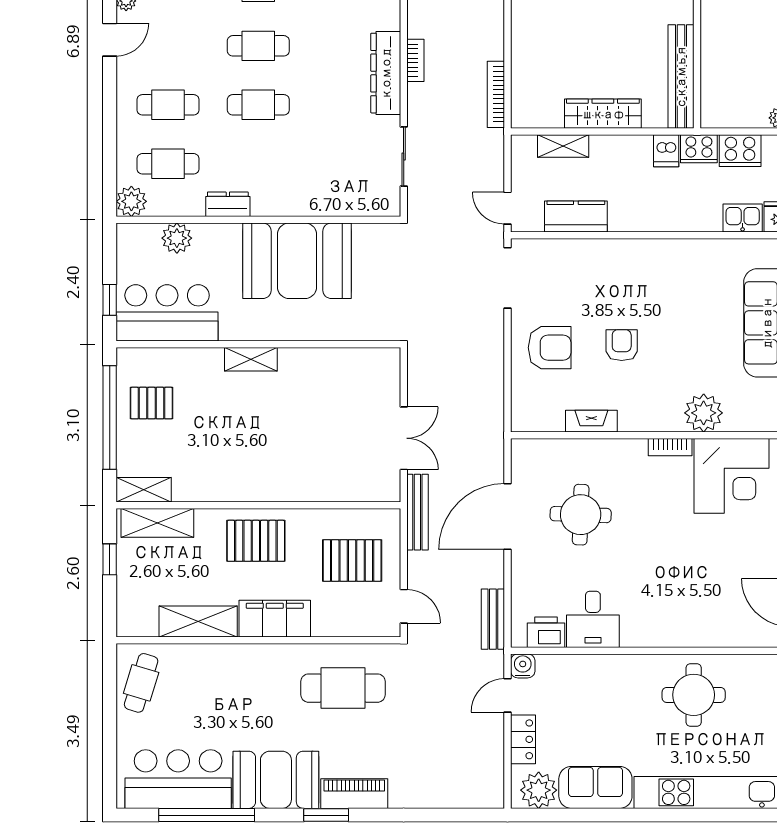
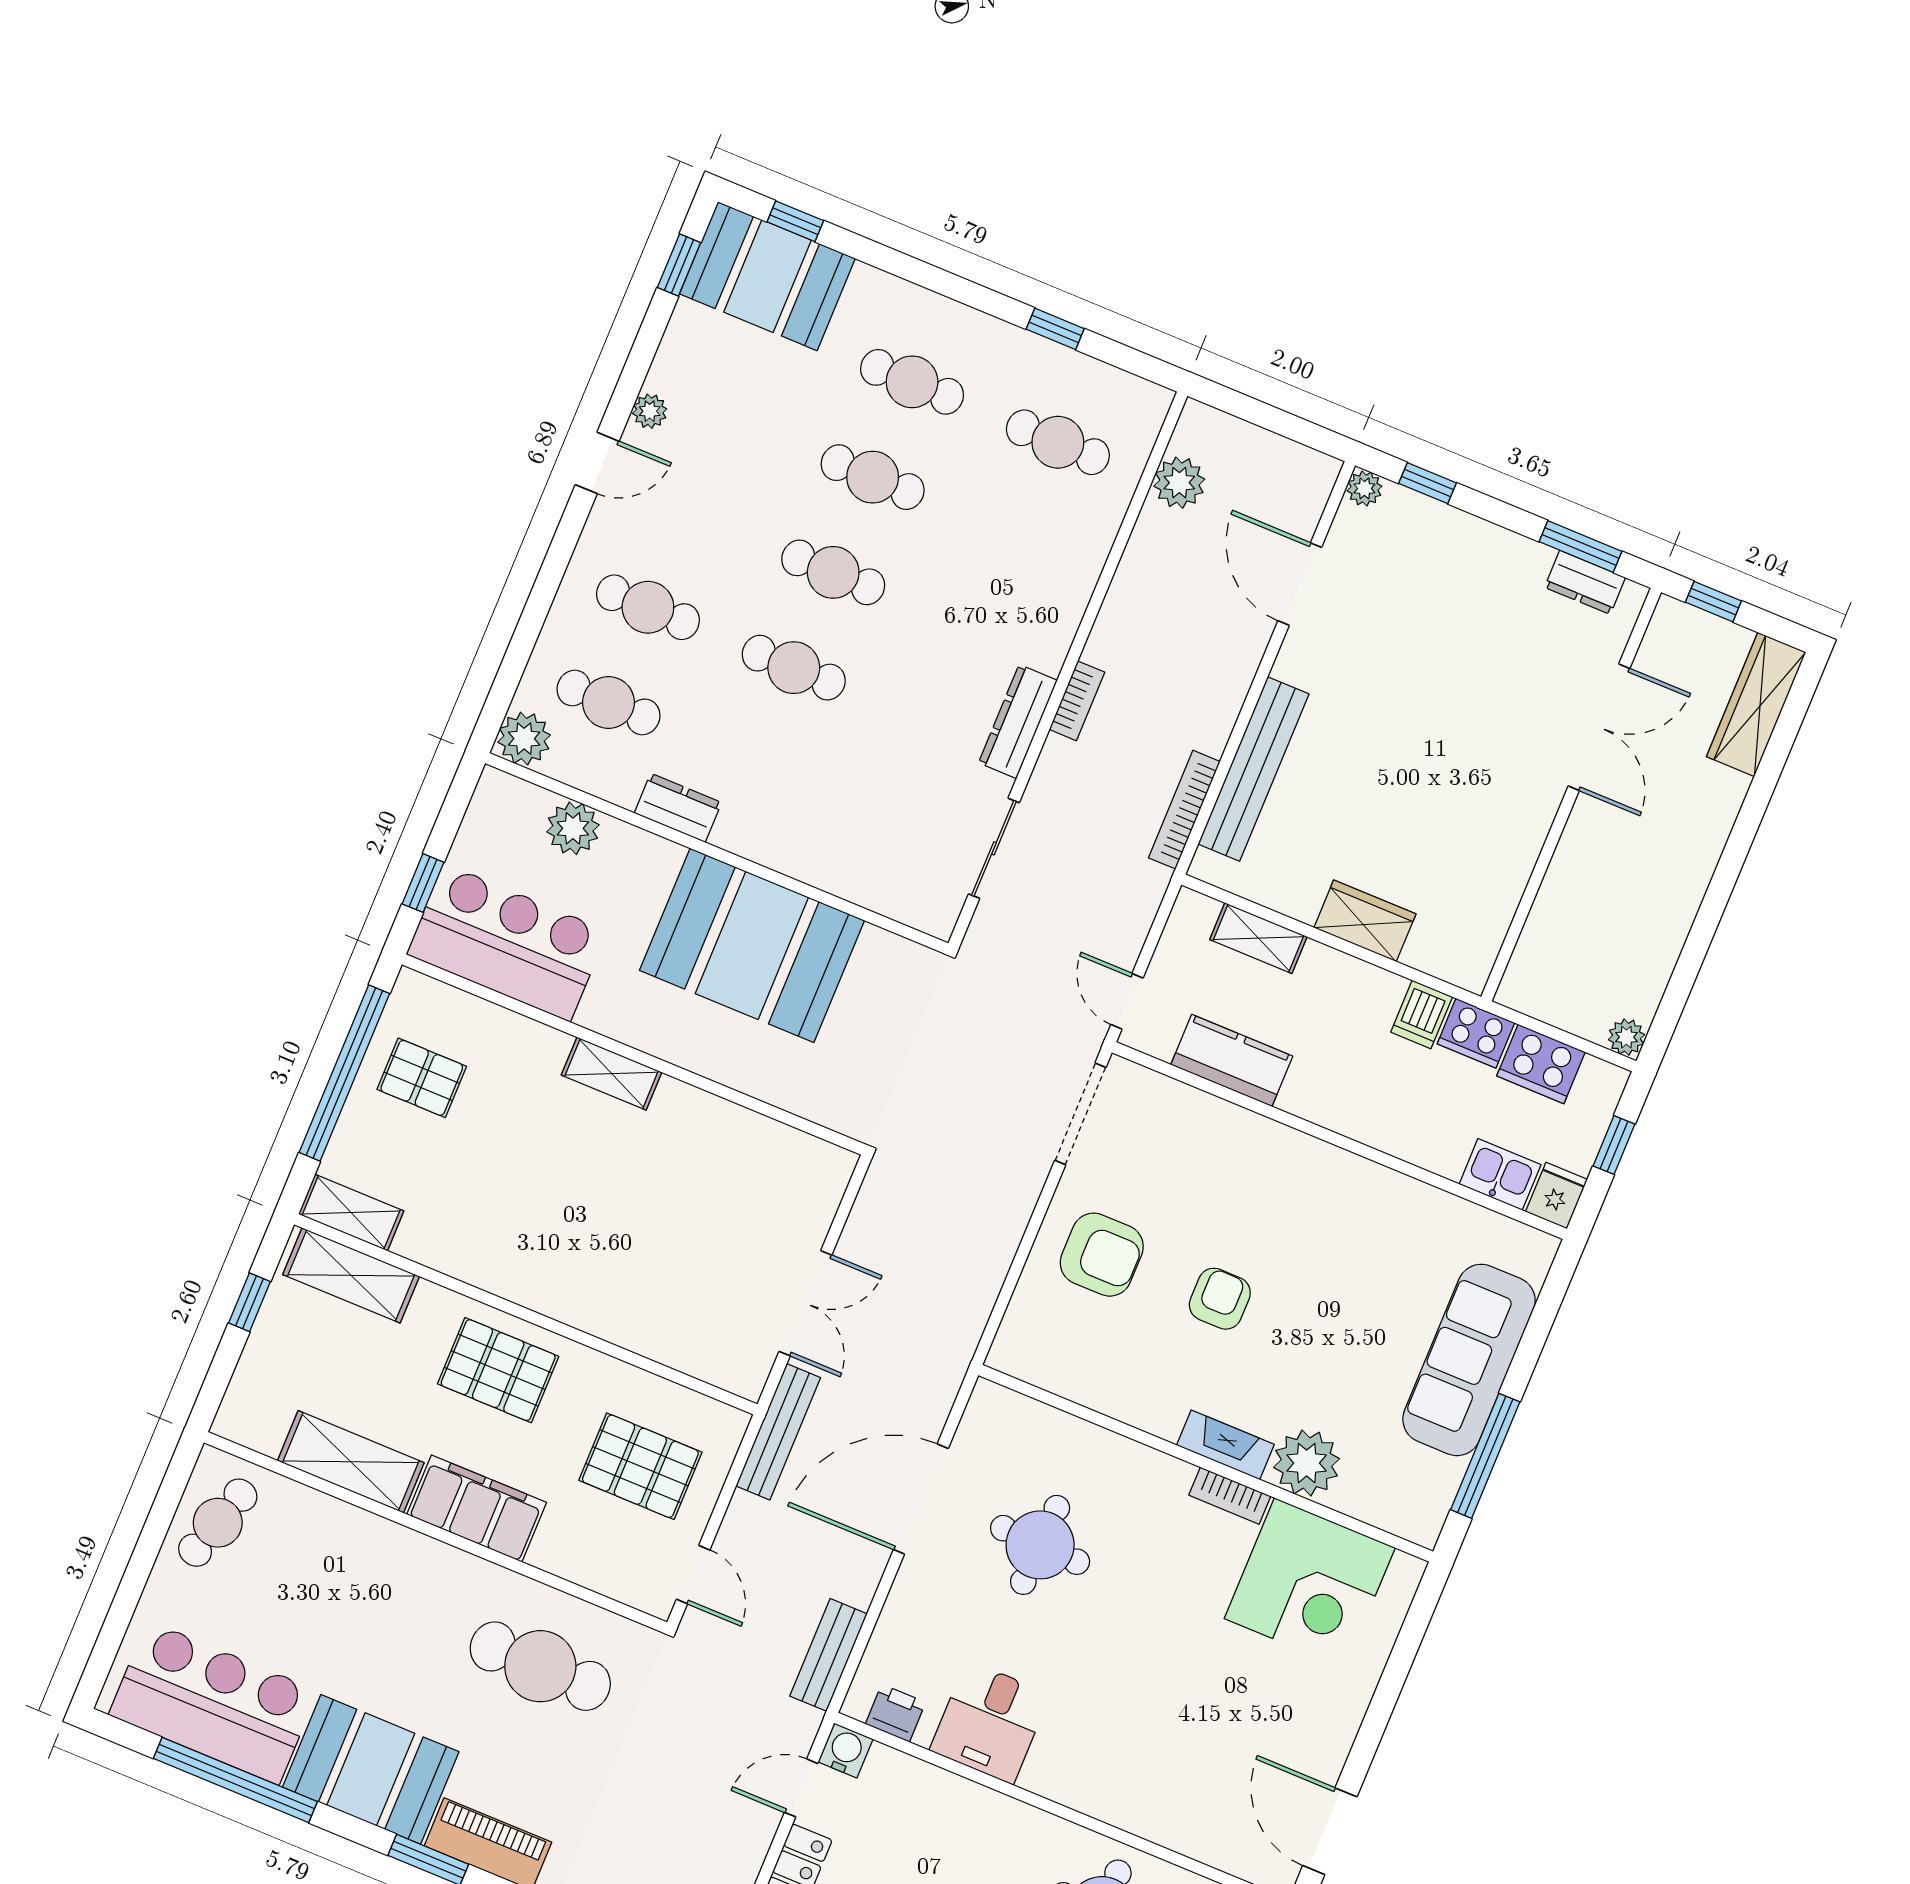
dresser: (386, 73) -> (1018, 722), width x0.73, depth x0.80
bench: (681, 77) -> (1254, 769), moved
wardrobe: (603, 114) -> (1365, 921), width x0.67
fireplace: (591, 421) -> (1225, 1445), moved
printer: (546, 632) -> (896, 1713), width x0.73, depth x0.81

